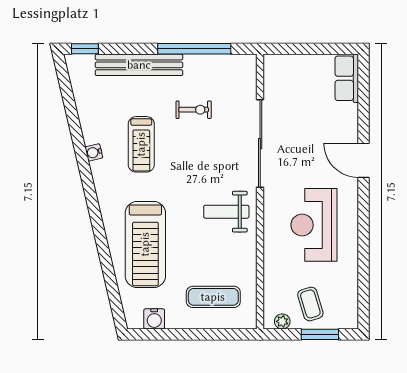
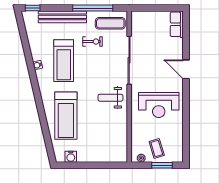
treadmill: (141, 144) -> (64, 61), width x1.37, depth x1.38
reception desk: (314, 225) -> (159, 105), turned -90
exercise mat: (213, 297) -> (110, 23), moved

